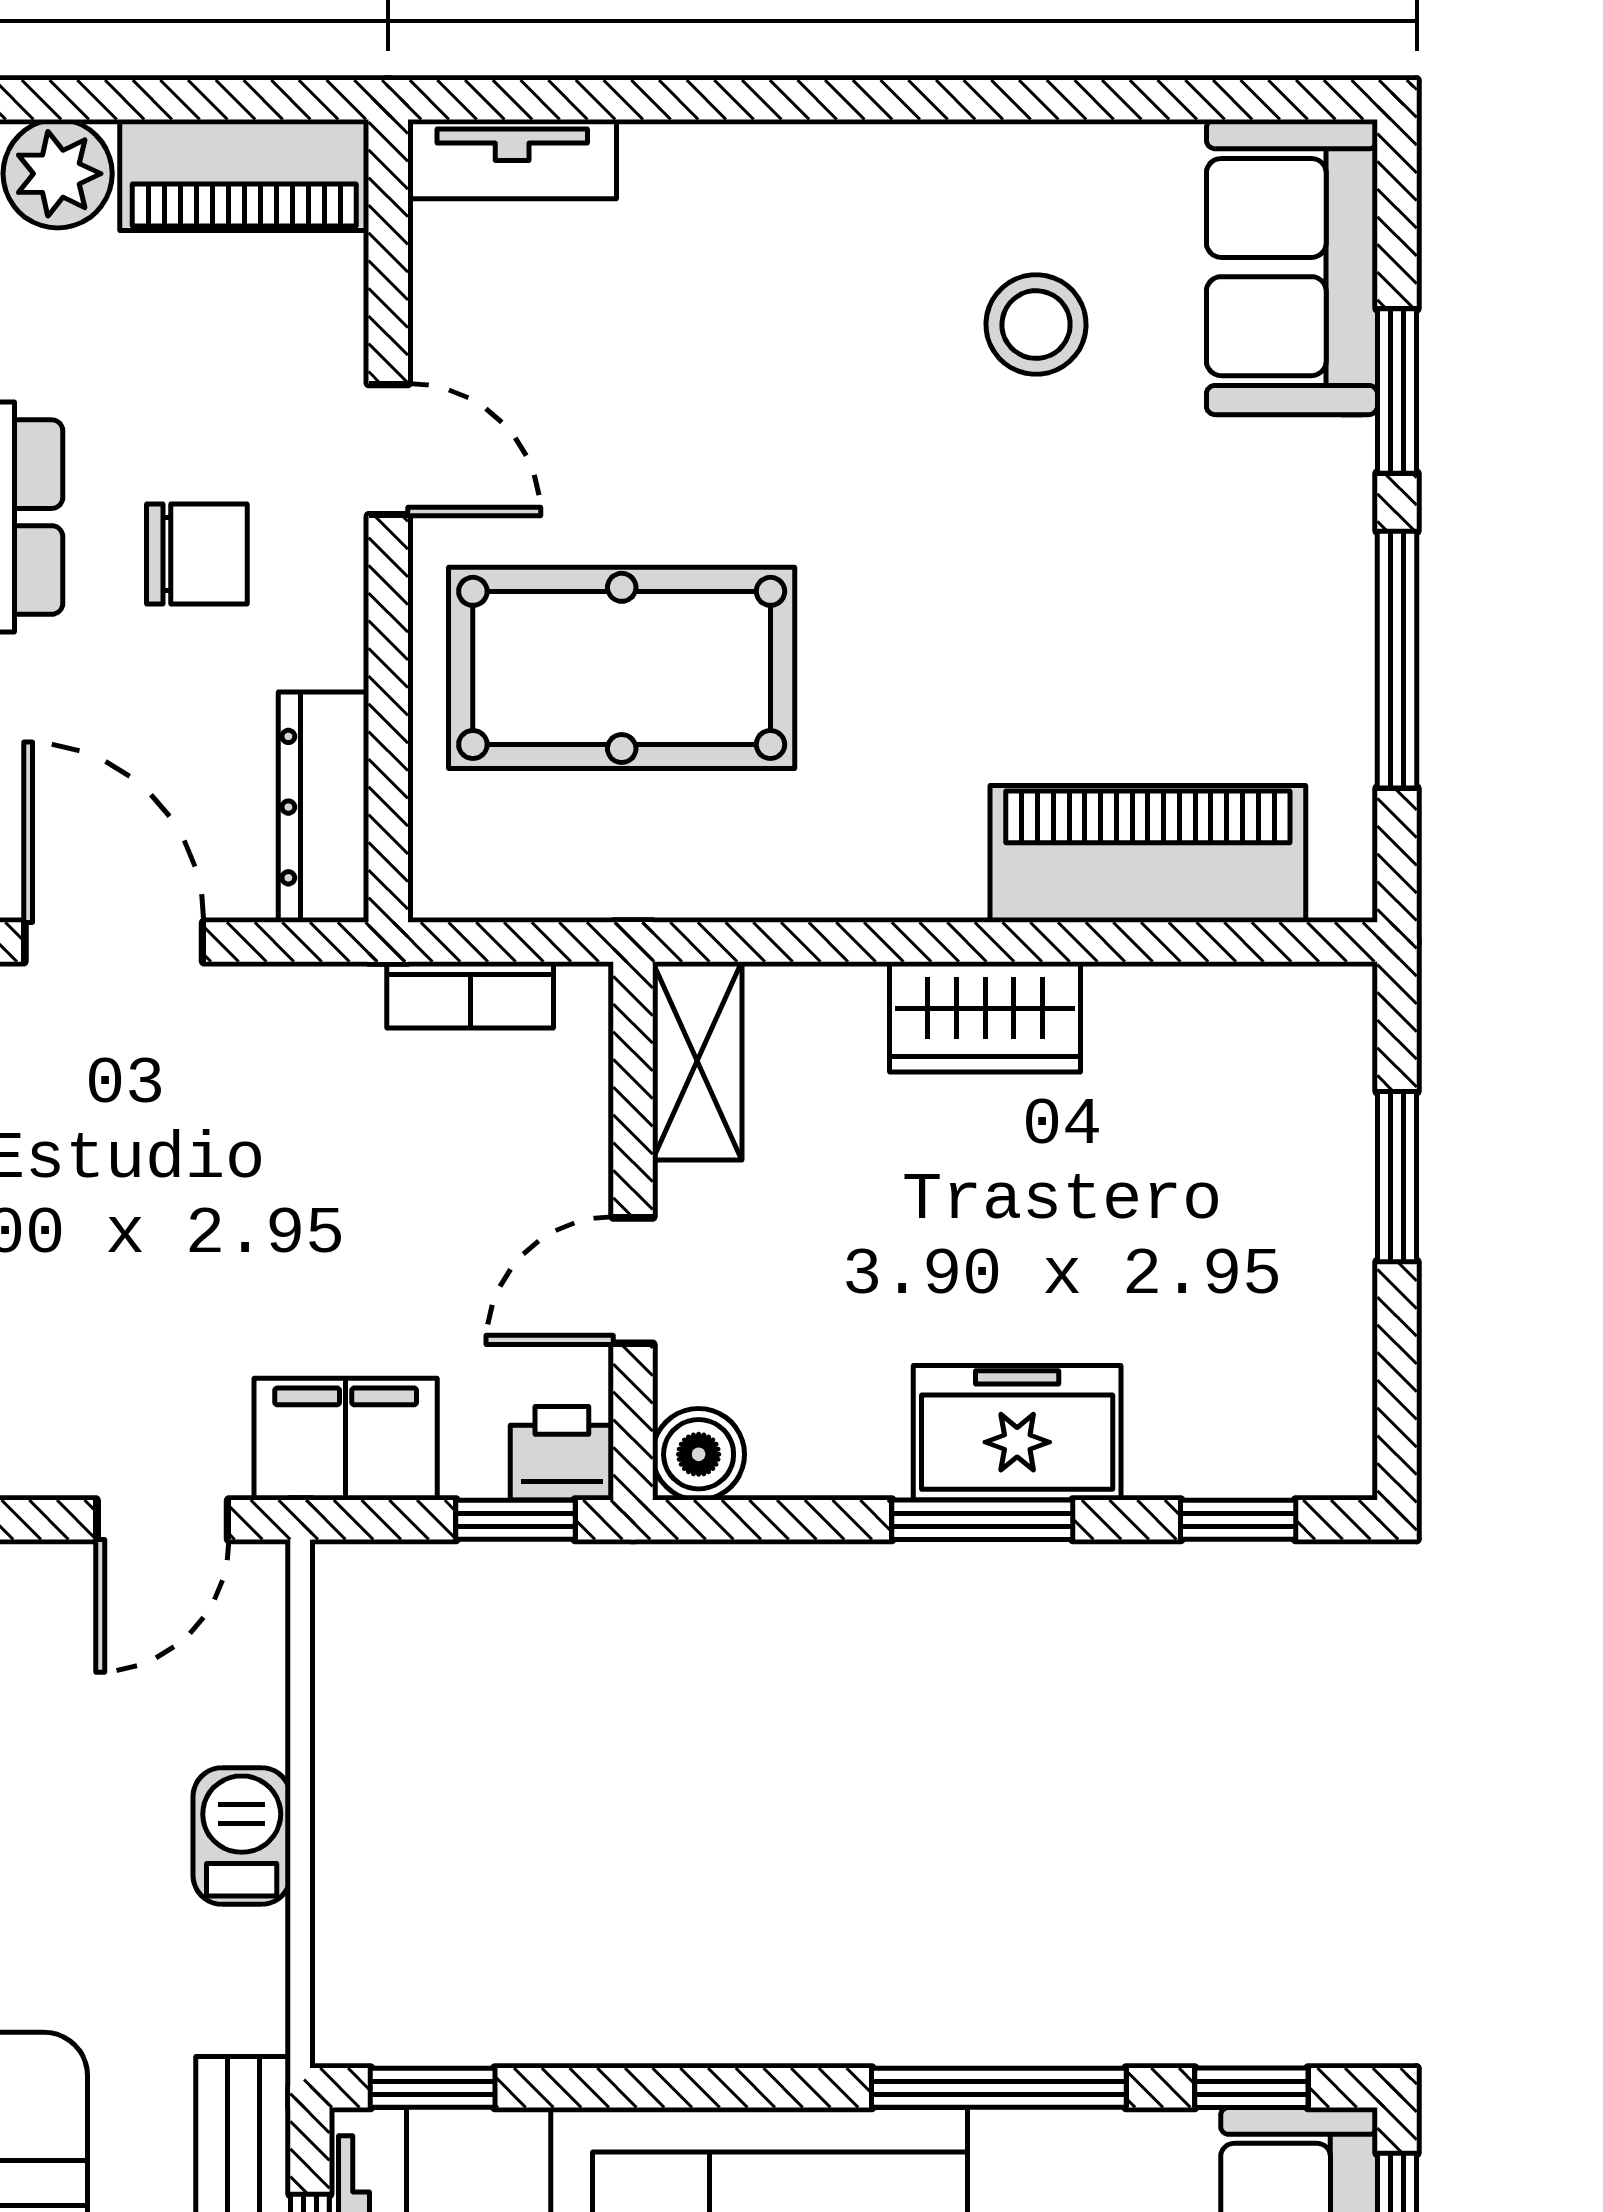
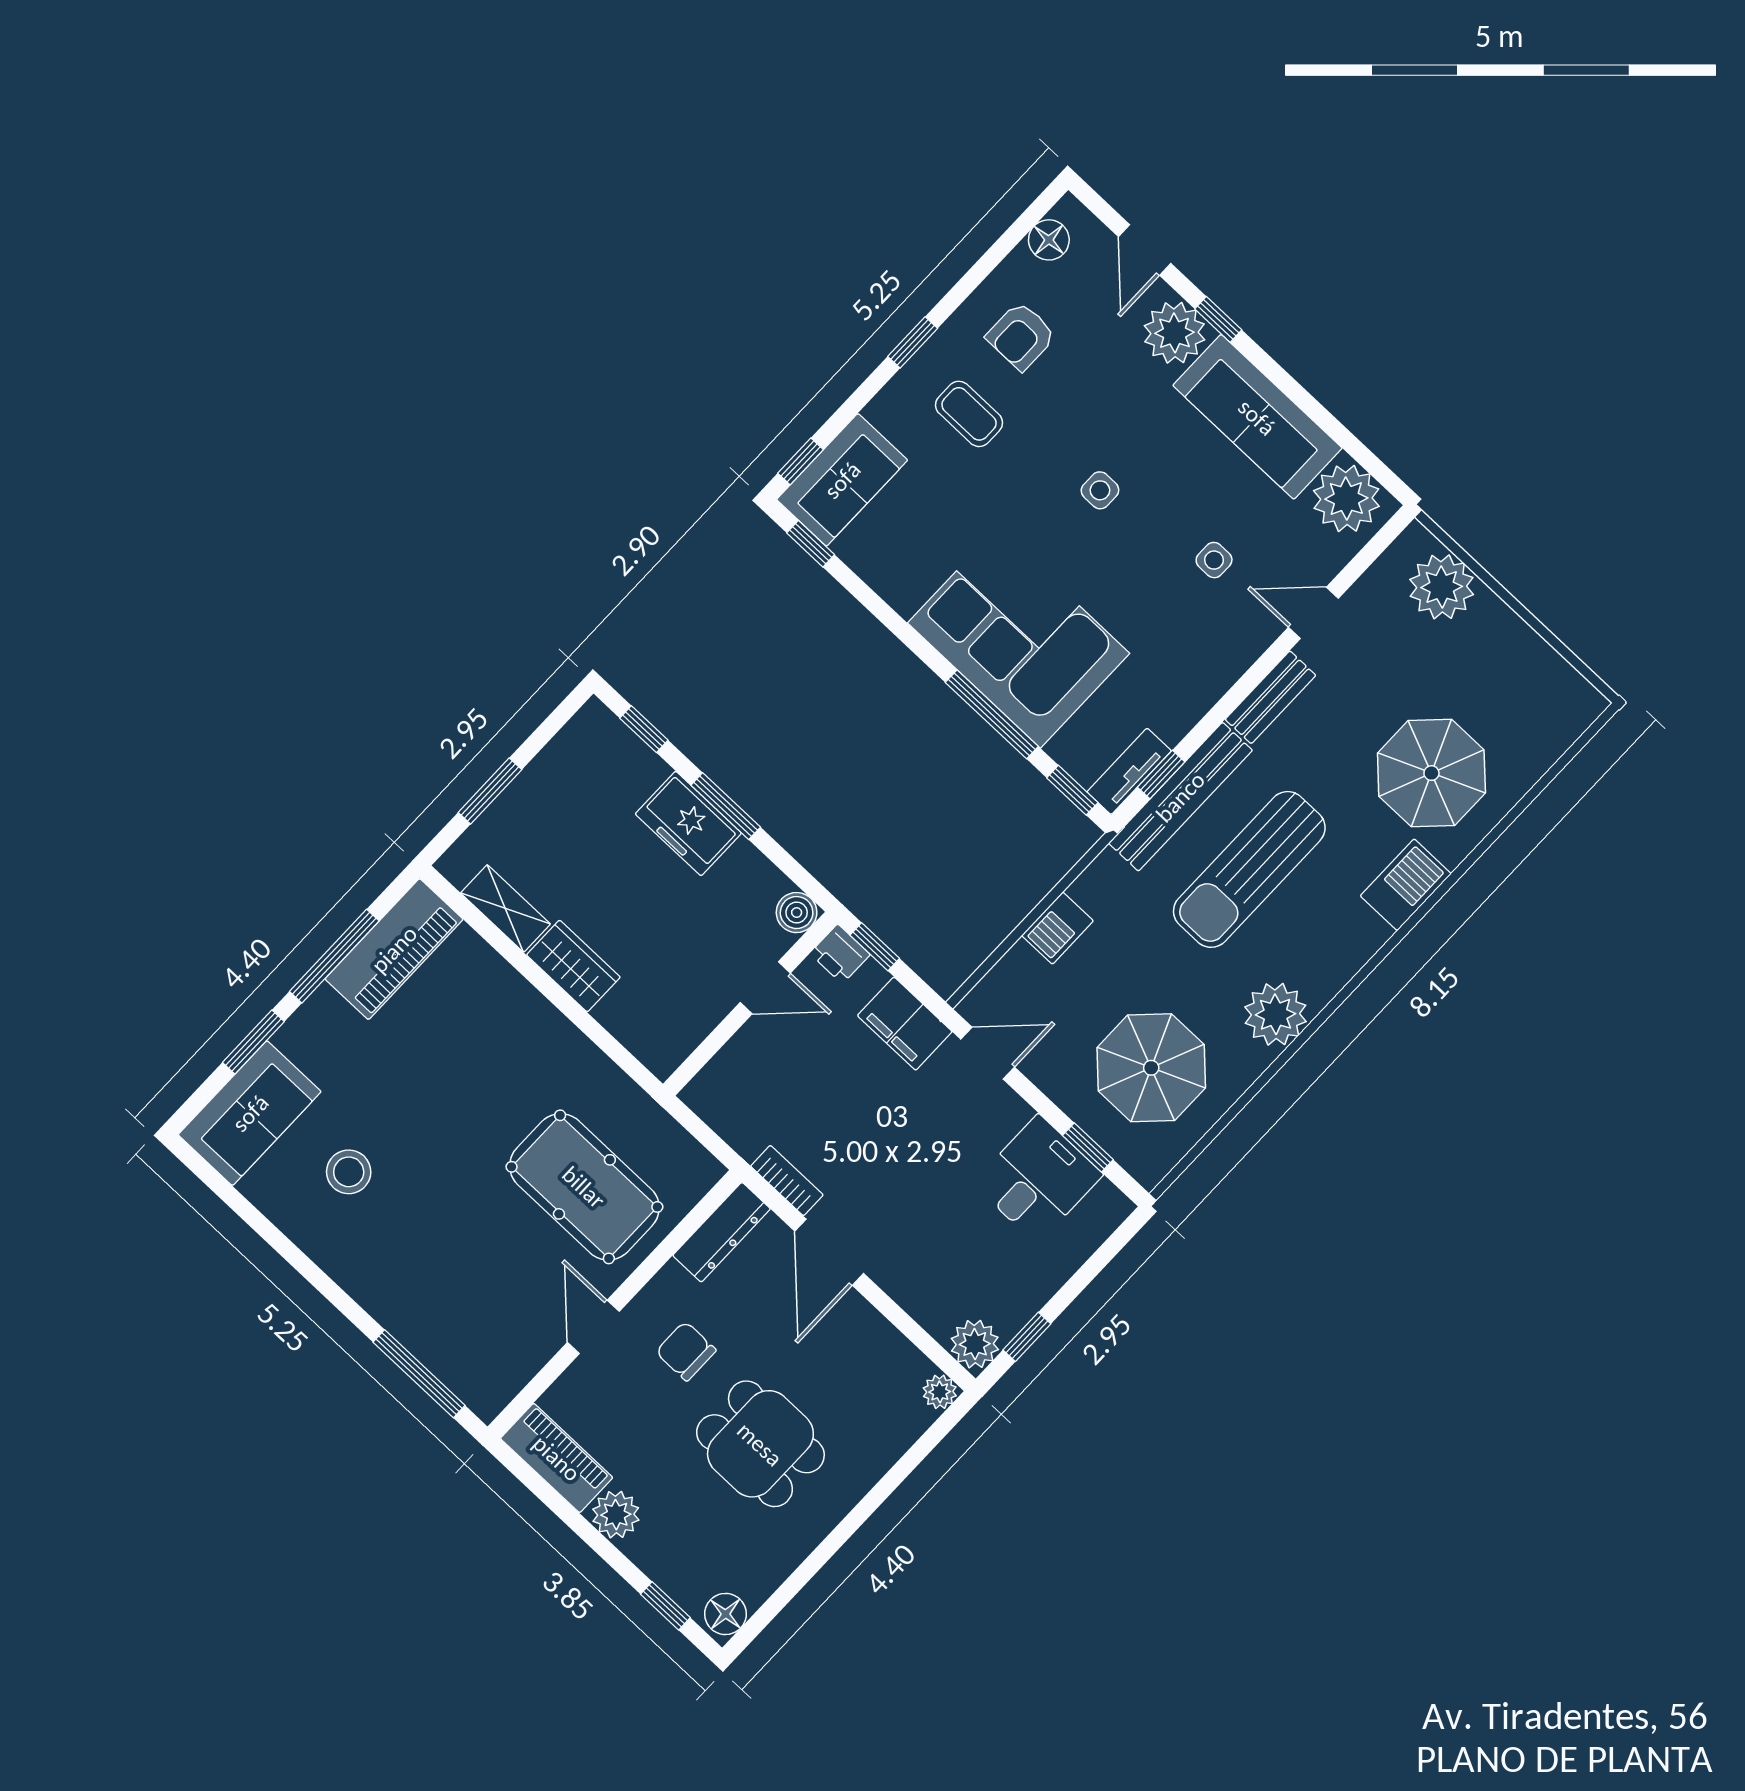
window: (604, 100) -> (419, 1374), added
tv unit: (512, 159) -> (466, 1382), removed
piano: (1148, 854) -> (394, 949), moved, turned -90
bookcase: (470, 995) -> (787, 1181), moved
shelving: (697, 1061) -> (505, 908), moved, turned 90
window: (999, 2088) -> (992, 714), moved

